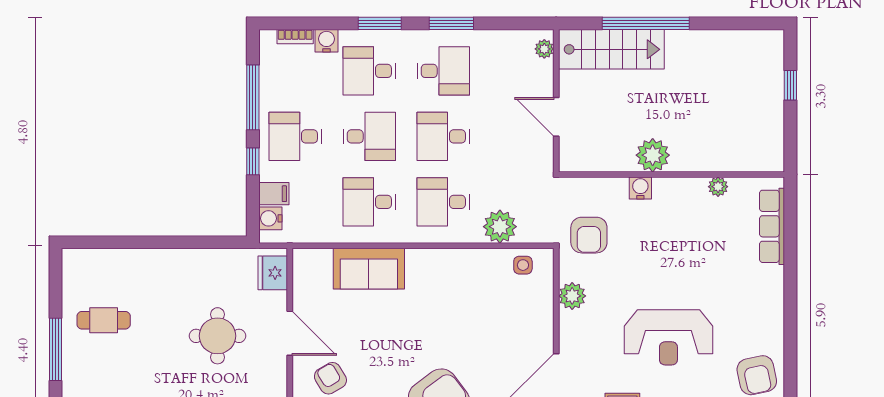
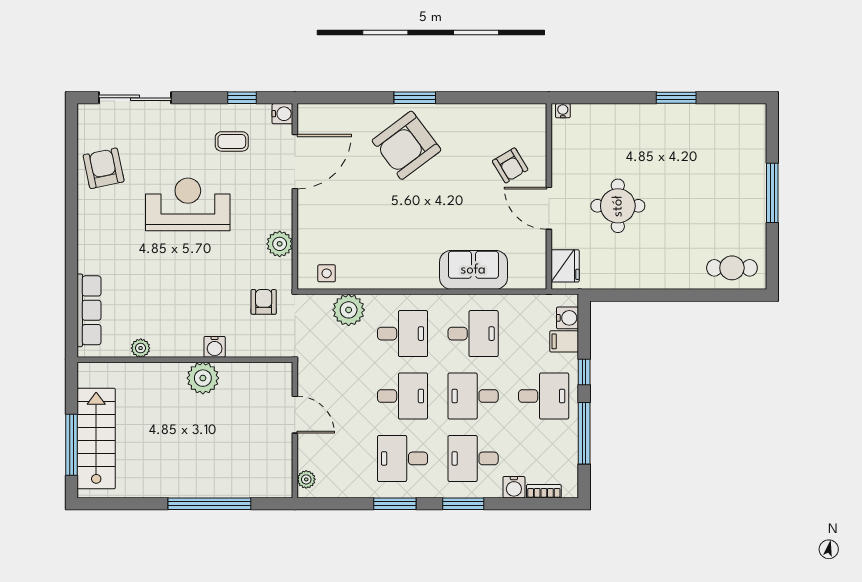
stairs: (611, 49) -> (96, 439), moved, turned 90
desk: (369, 71) -> (473, 458), turned 180
window: (790, 85) -> (72, 445), width x2.17
armchair: (589, 235) -> (264, 302), width x0.72, depth x0.72
cafe table: (104, 320) -> (732, 268), moved

